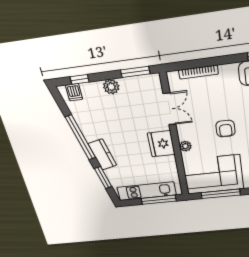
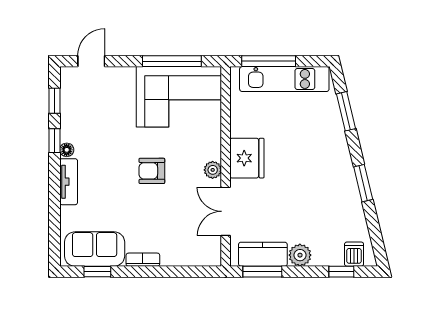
bookcase: (198, 72) -> (143, 260), moved, width x0.64
armchair: (225, 129) -> (152, 171), turned -90
window: (81, 138) -> (363, 183), width x0.47
plant: (185, 146) -> (213, 170), moved
kitchen counter: (102, 154) -> (263, 254), moved, turned 103

